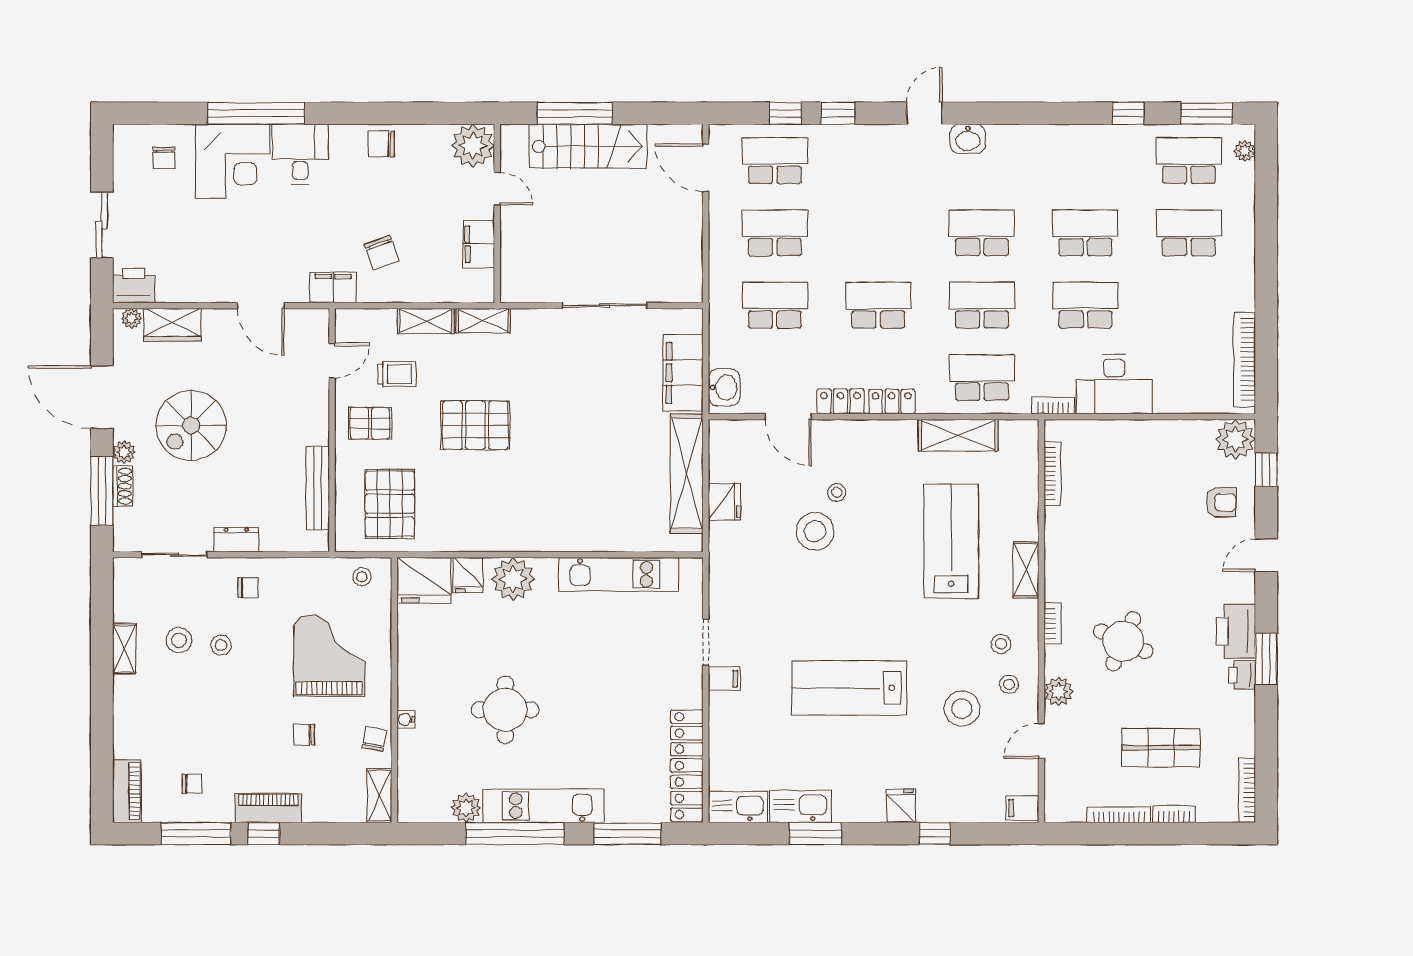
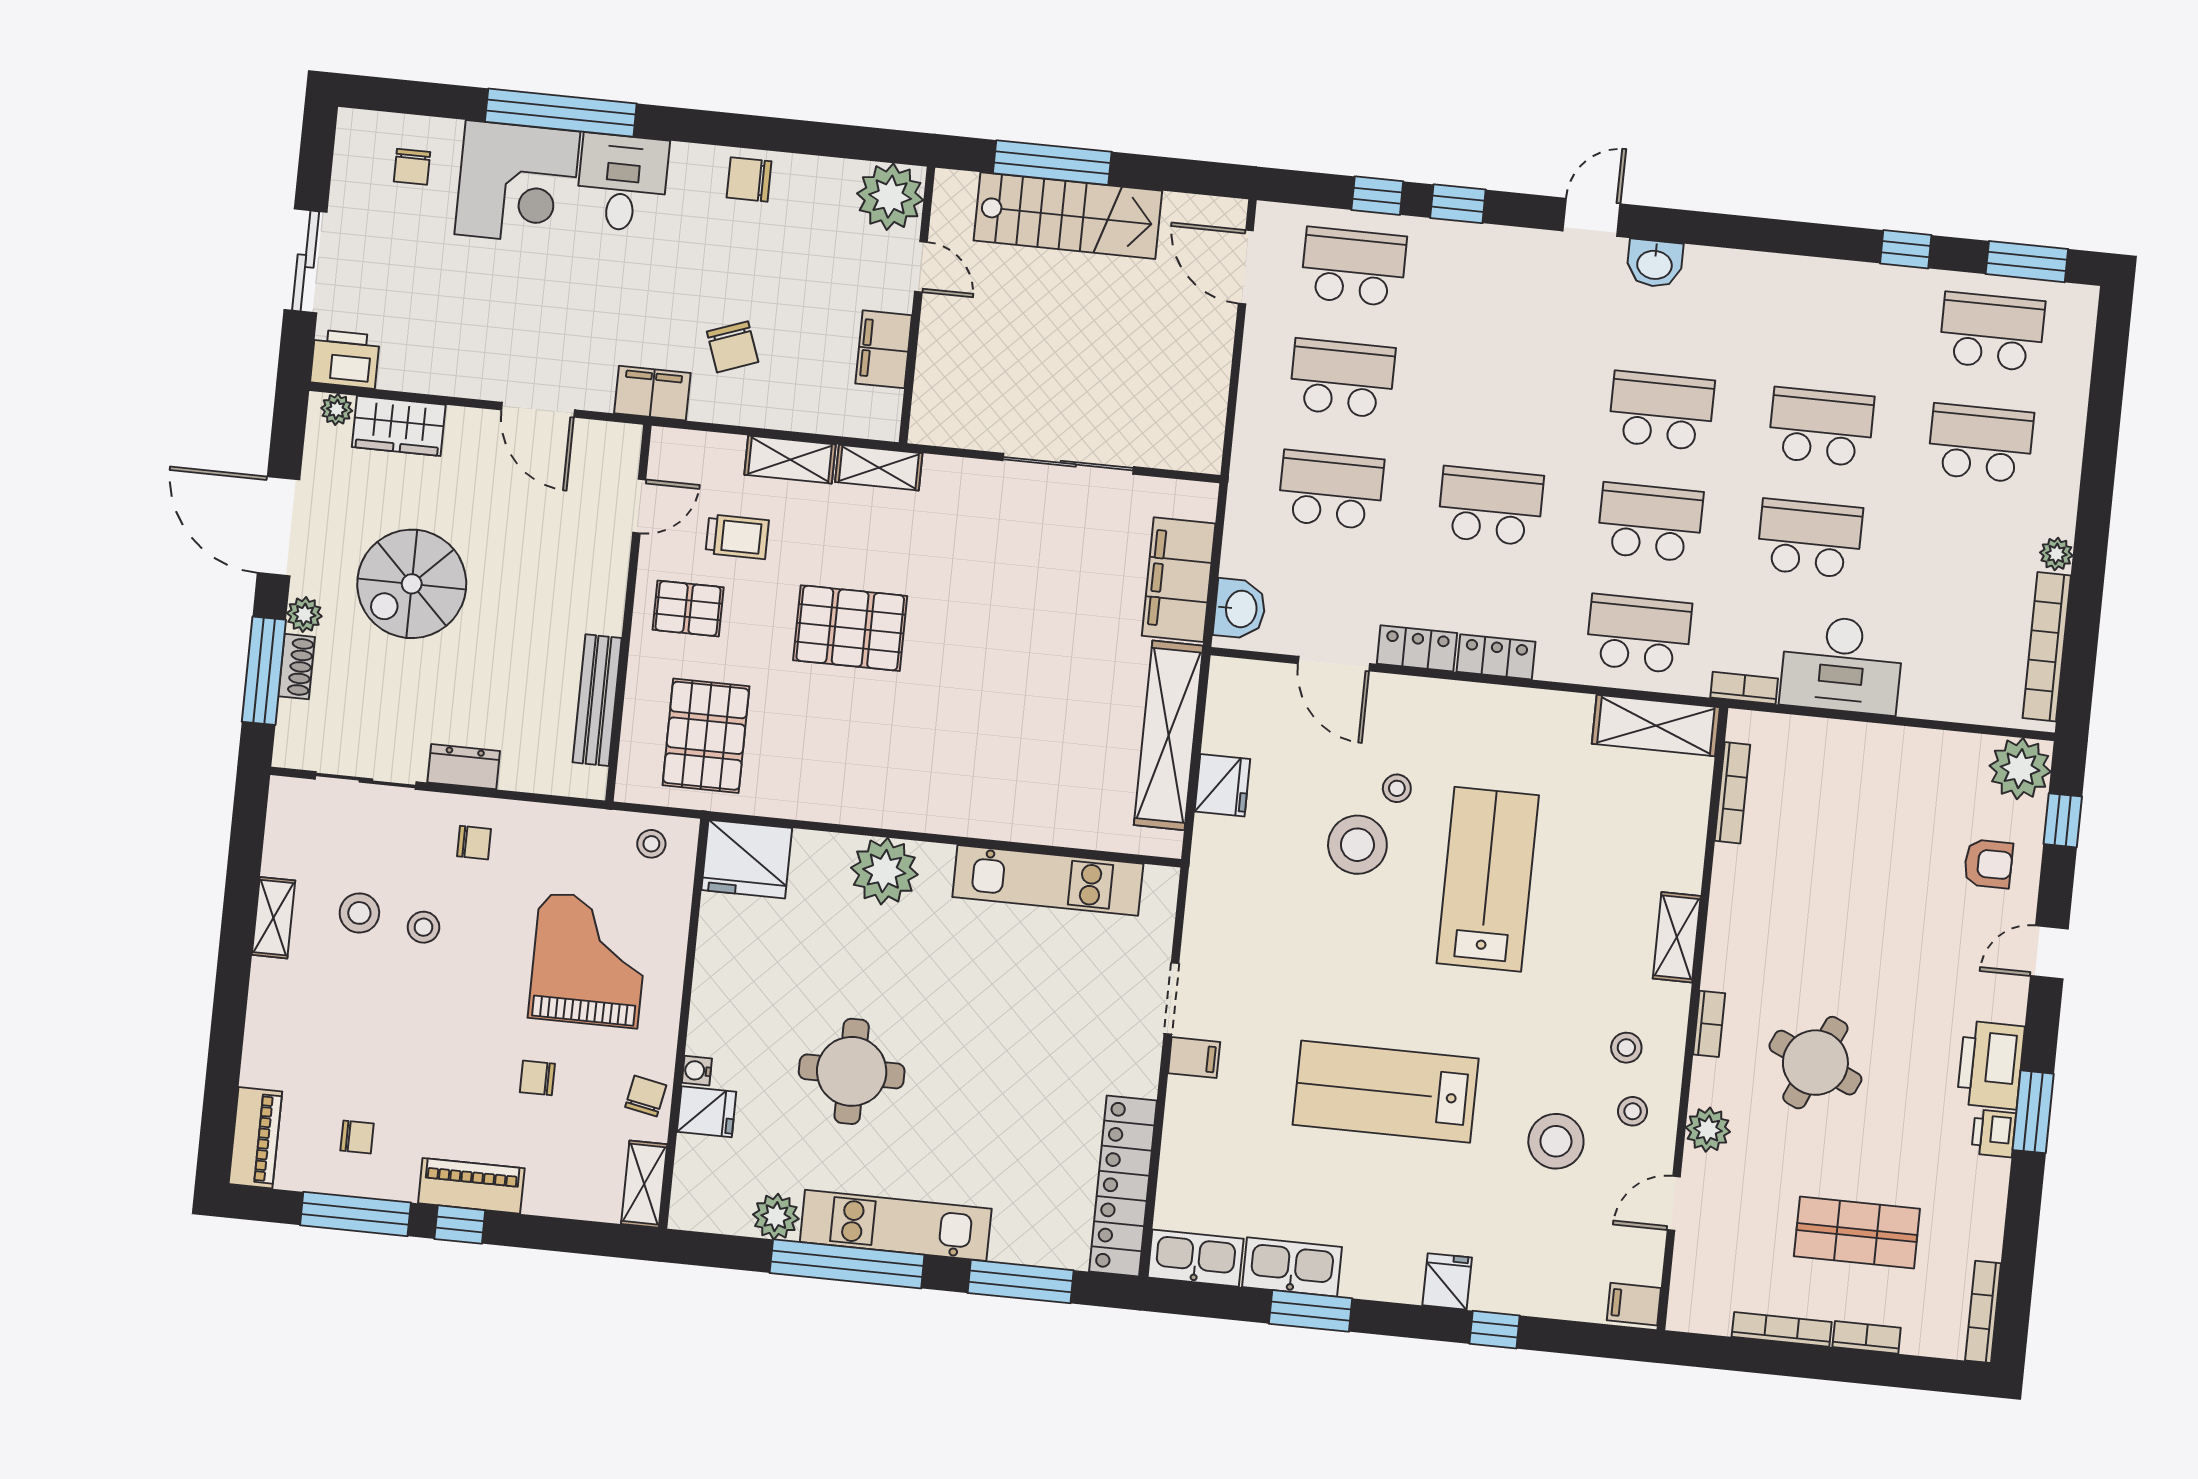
plant: (1245, 151) -> (2056, 554), moved
shelving: (958, 435) -> (1656, 725), moved
lab bench: (951, 541) -> (1488, 879), moved
fridge: (468, 575) -> (707, 1112), moved, turned -90

